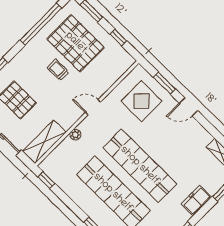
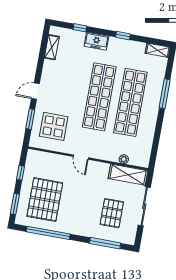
trolley: (58, 70) -> (72, 199), removed
door: (188, 107) -> (35, 91), swing flipped
plant: (75, 135) -> (124, 159), moved
window: (46, 180) -> (154, 155), removed

